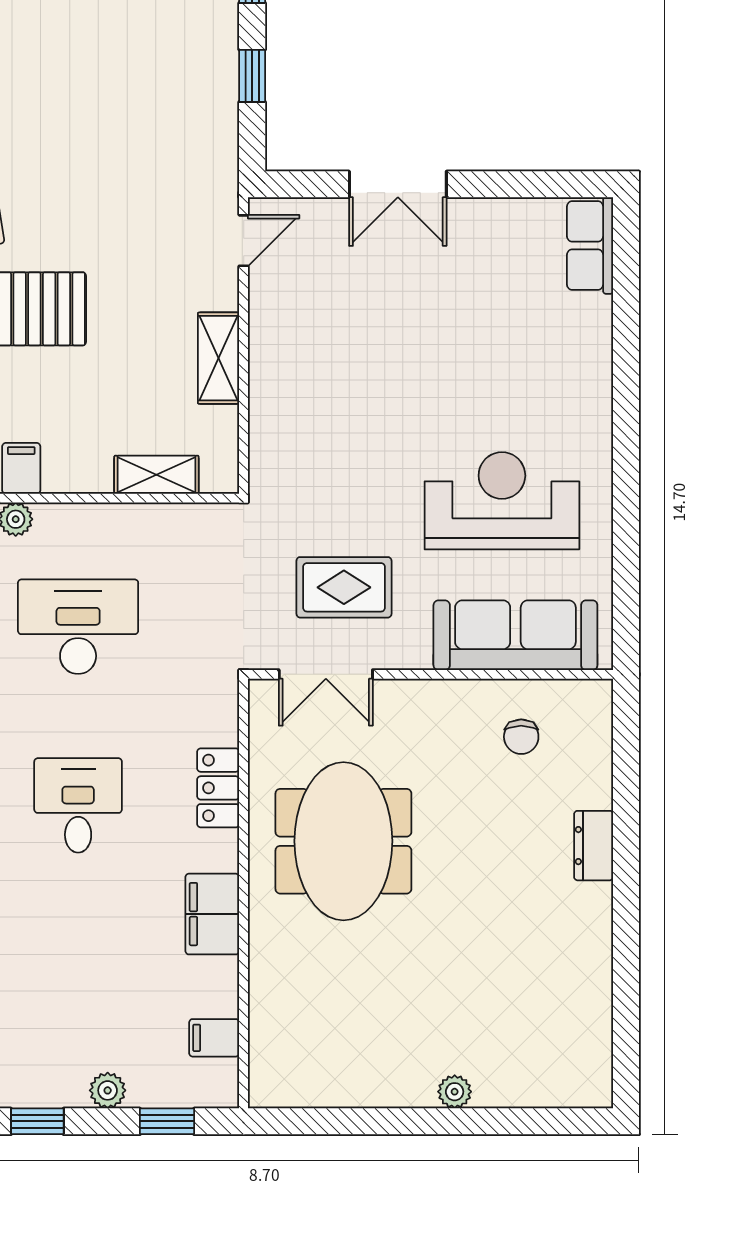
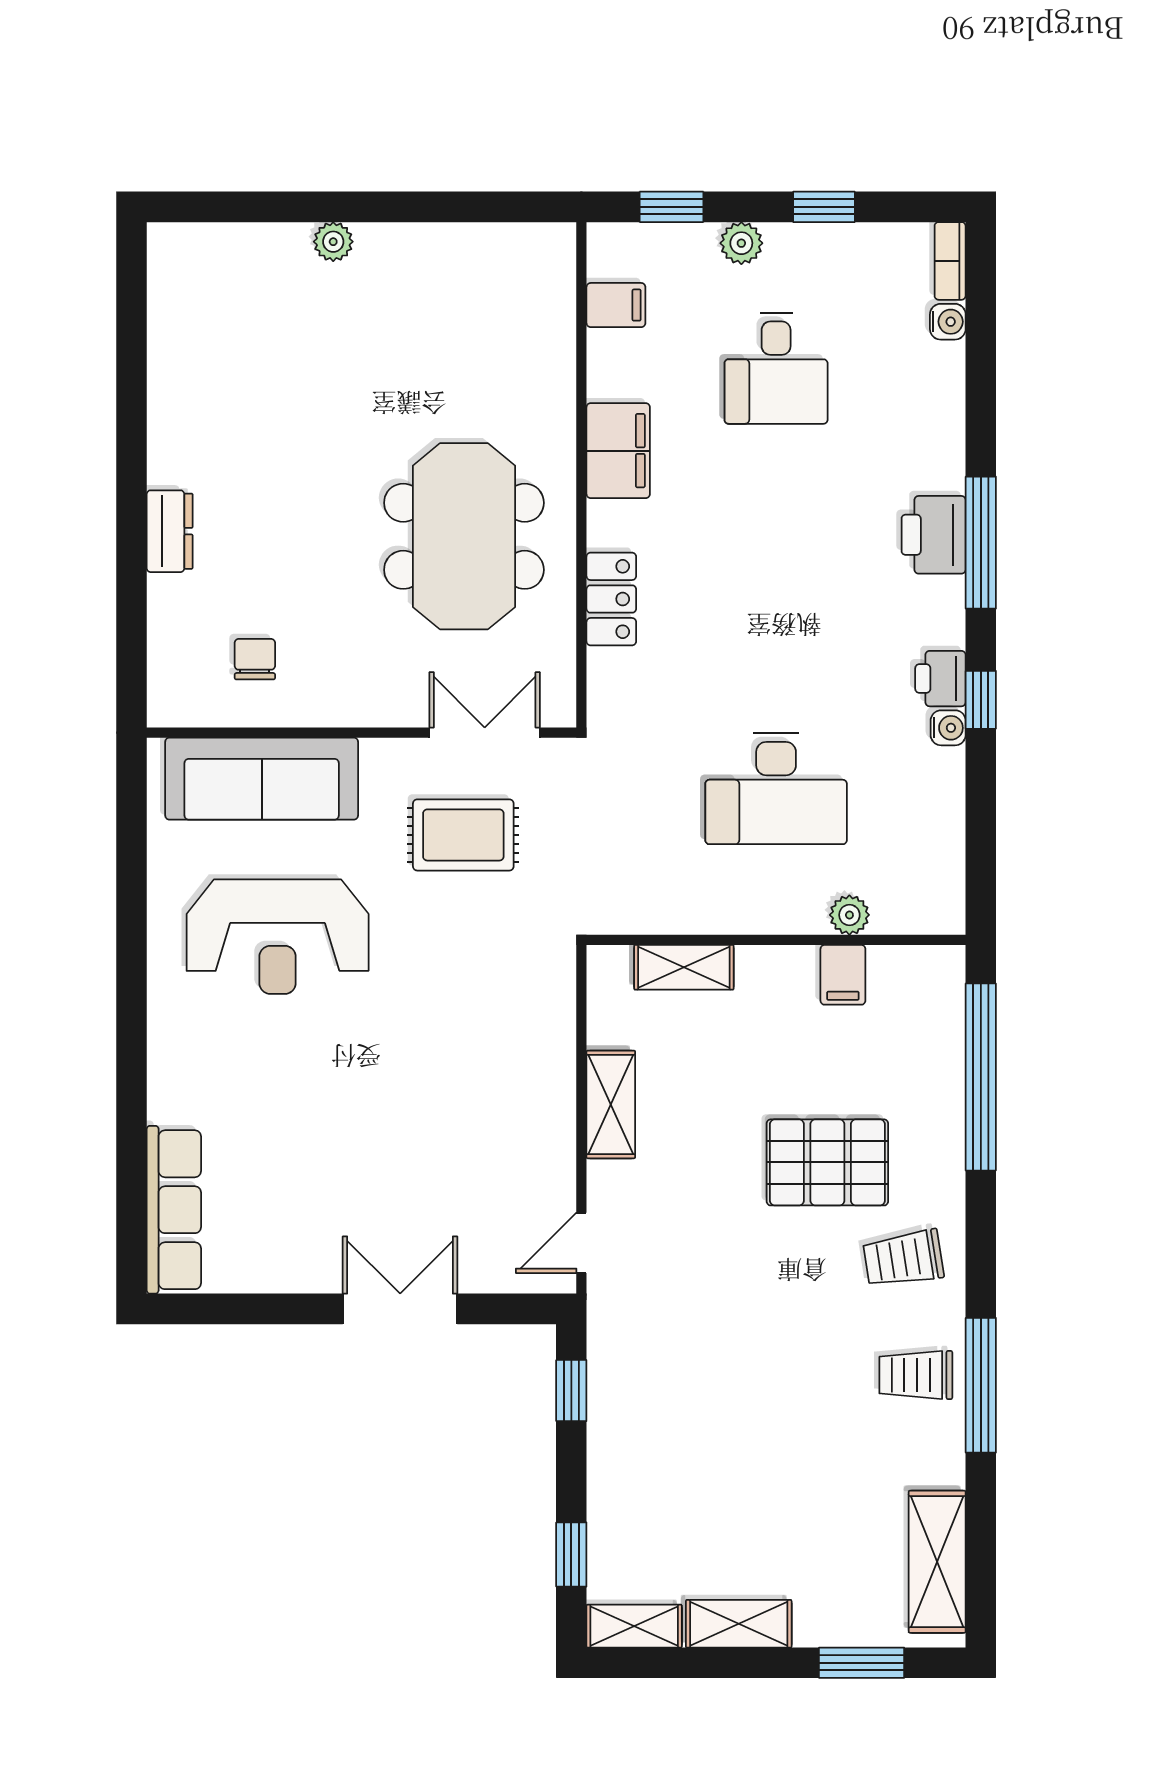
window: (252, 76) -> (571, 1391), moved
row of seats: (590, 246) -> (174, 1210), width x1.48
desk: (78, 805) -> (776, 368), moved

